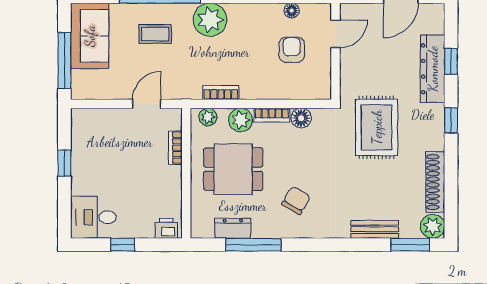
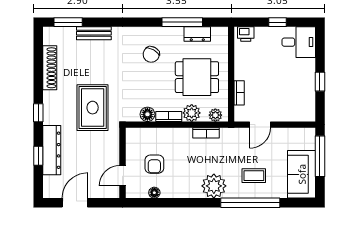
plant: (433, 226) -> (52, 36), removed

